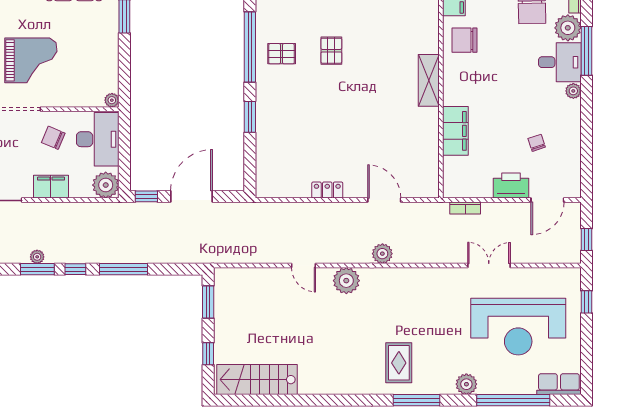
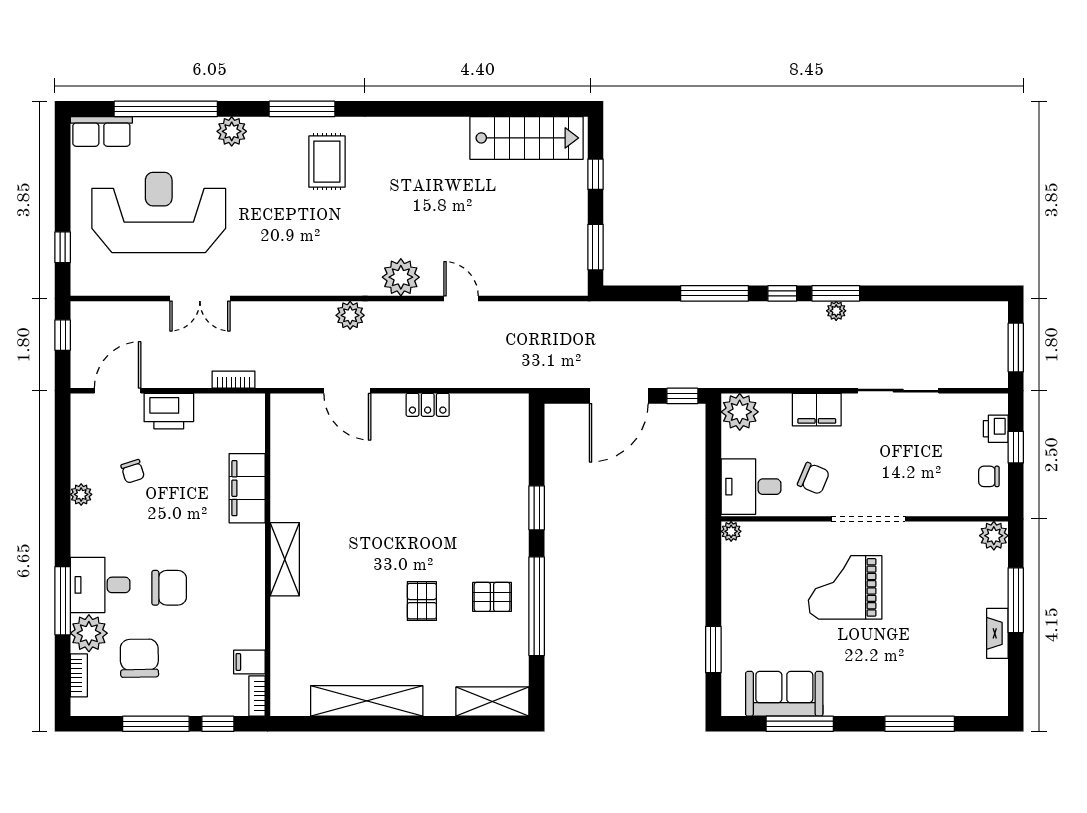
chair: (465, 40) -> (169, 588), moved
plant: (573, 91) -> (81, 494), moved
desk: (98, 139) -> (751, 487), width x0.73

